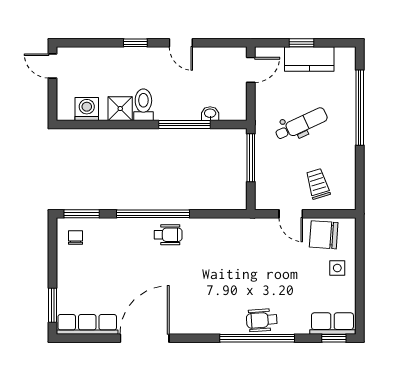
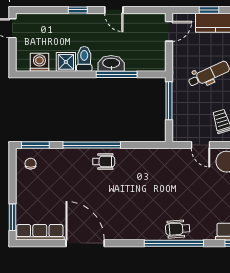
washbasin: (210, 114) -> (111, 63), moved, width x1.91, depth x1.45
door: (145, 338) -> (85, 243), hinge flipped

